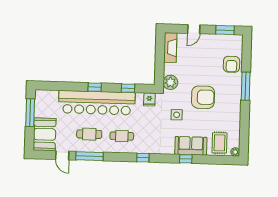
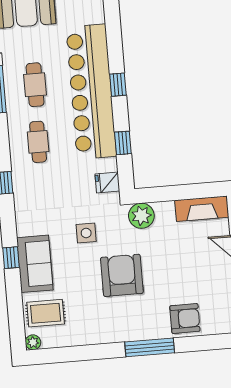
armchair: (232, 64) -> (185, 319), turned 180
armchair: (203, 97) -> (122, 275), turned 180

